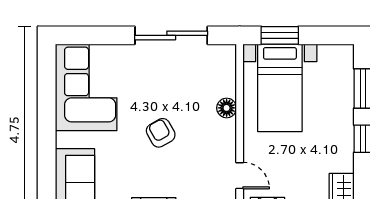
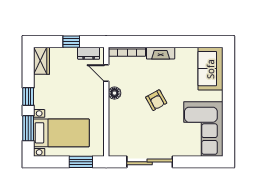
bed with nightstands: (280, 88) -> (61, 133), moved, turned 90
floor lamp: (227, 108) -> (114, 93), moved

